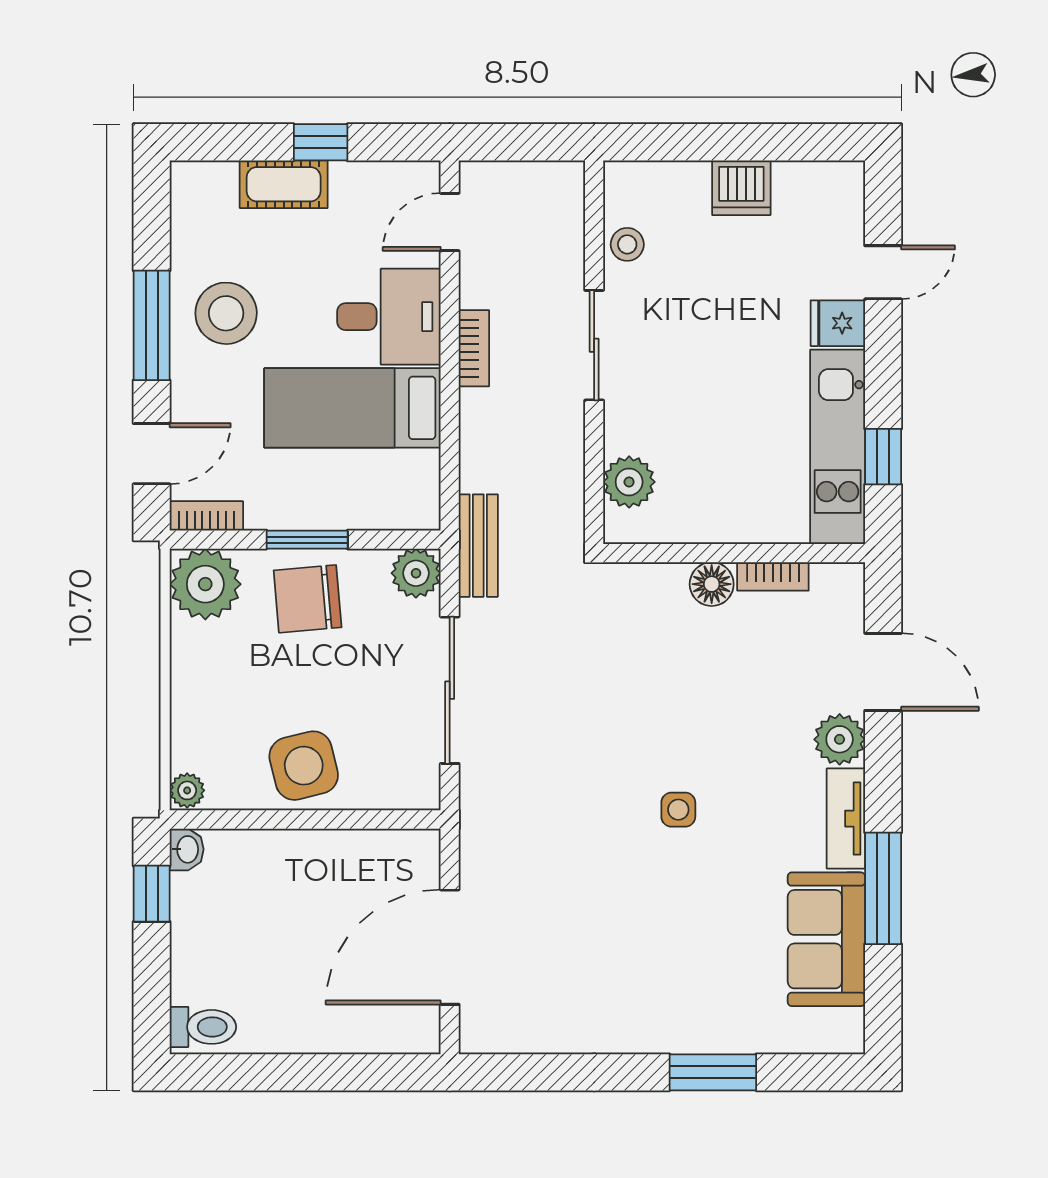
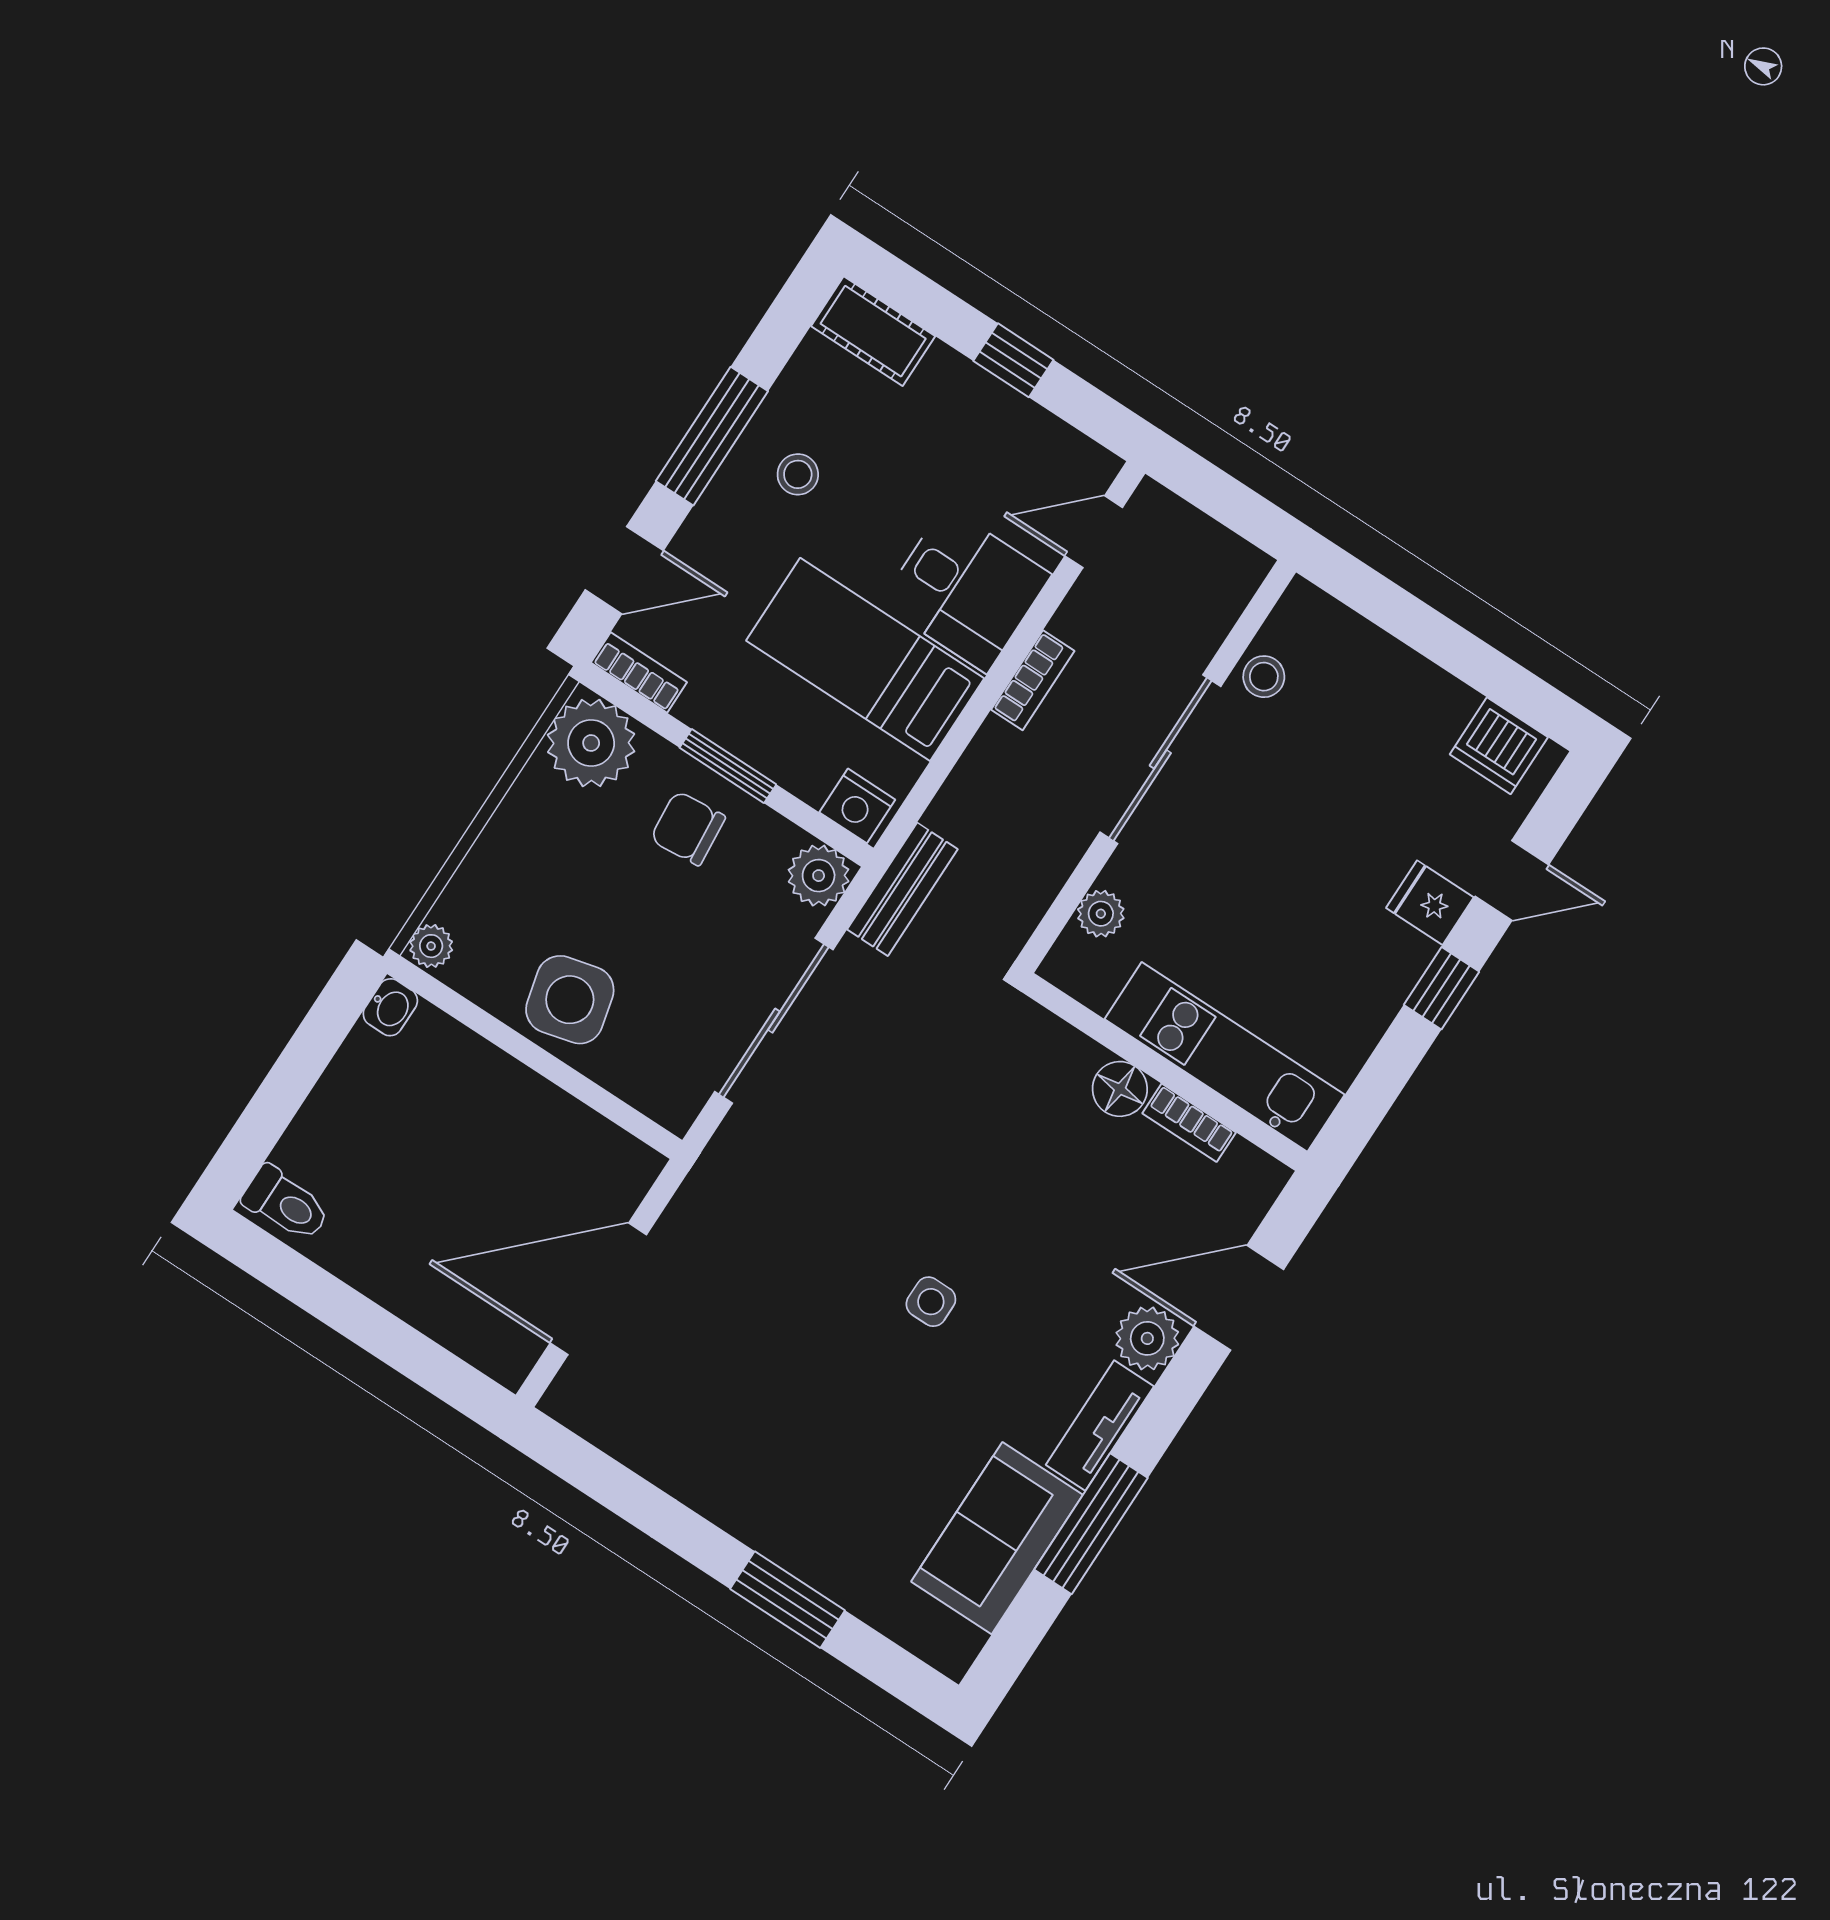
cot: (284, 184) -> (873, 331), moved
dishwasher: (741, 188) -> (1499, 746), moved
stool: (226, 313) -> (798, 474), width x0.53, depth x0.53
sliding door: (594, 345) -> (1160, 759), width x1.37
kitchen unit: (838, 447) -> (1225, 1057), moved, turned 90
window: (883, 457) -> (1441, 988), moved
plant: (629, 482) -> (1101, 914), width x0.73, depth x0.73
nightstand: (411, 510) -> (857, 806), added
chair: (308, 599) -> (688, 828), width x0.73, depth x0.73
door: (883, 672) -> (1239, 1298), swing flipped
window: (152, 894) -> (324, 1030), removed

